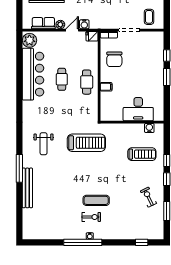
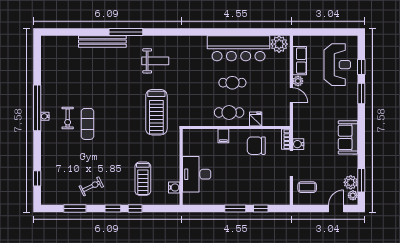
water cooler: (84, 24) -> (298, 144), moved
fridge: (92, 36) -> (256, 119), moved
weight bench: (44, 144) -> (155, 61), turned 180

